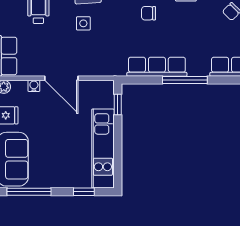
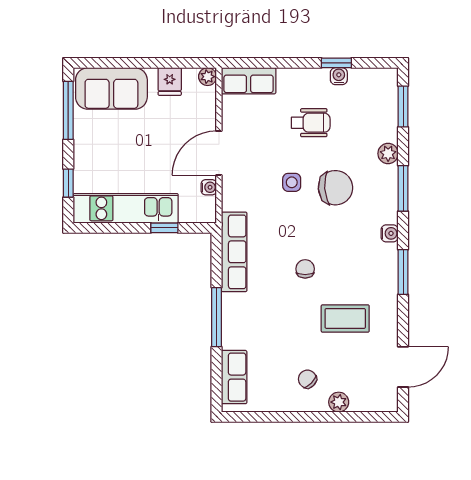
row of seats: (157, 67) -> (234, 252), moved
water cooler: (34, 86) -> (209, 187), moved
window: (118, 105) -> (164, 228), moved

